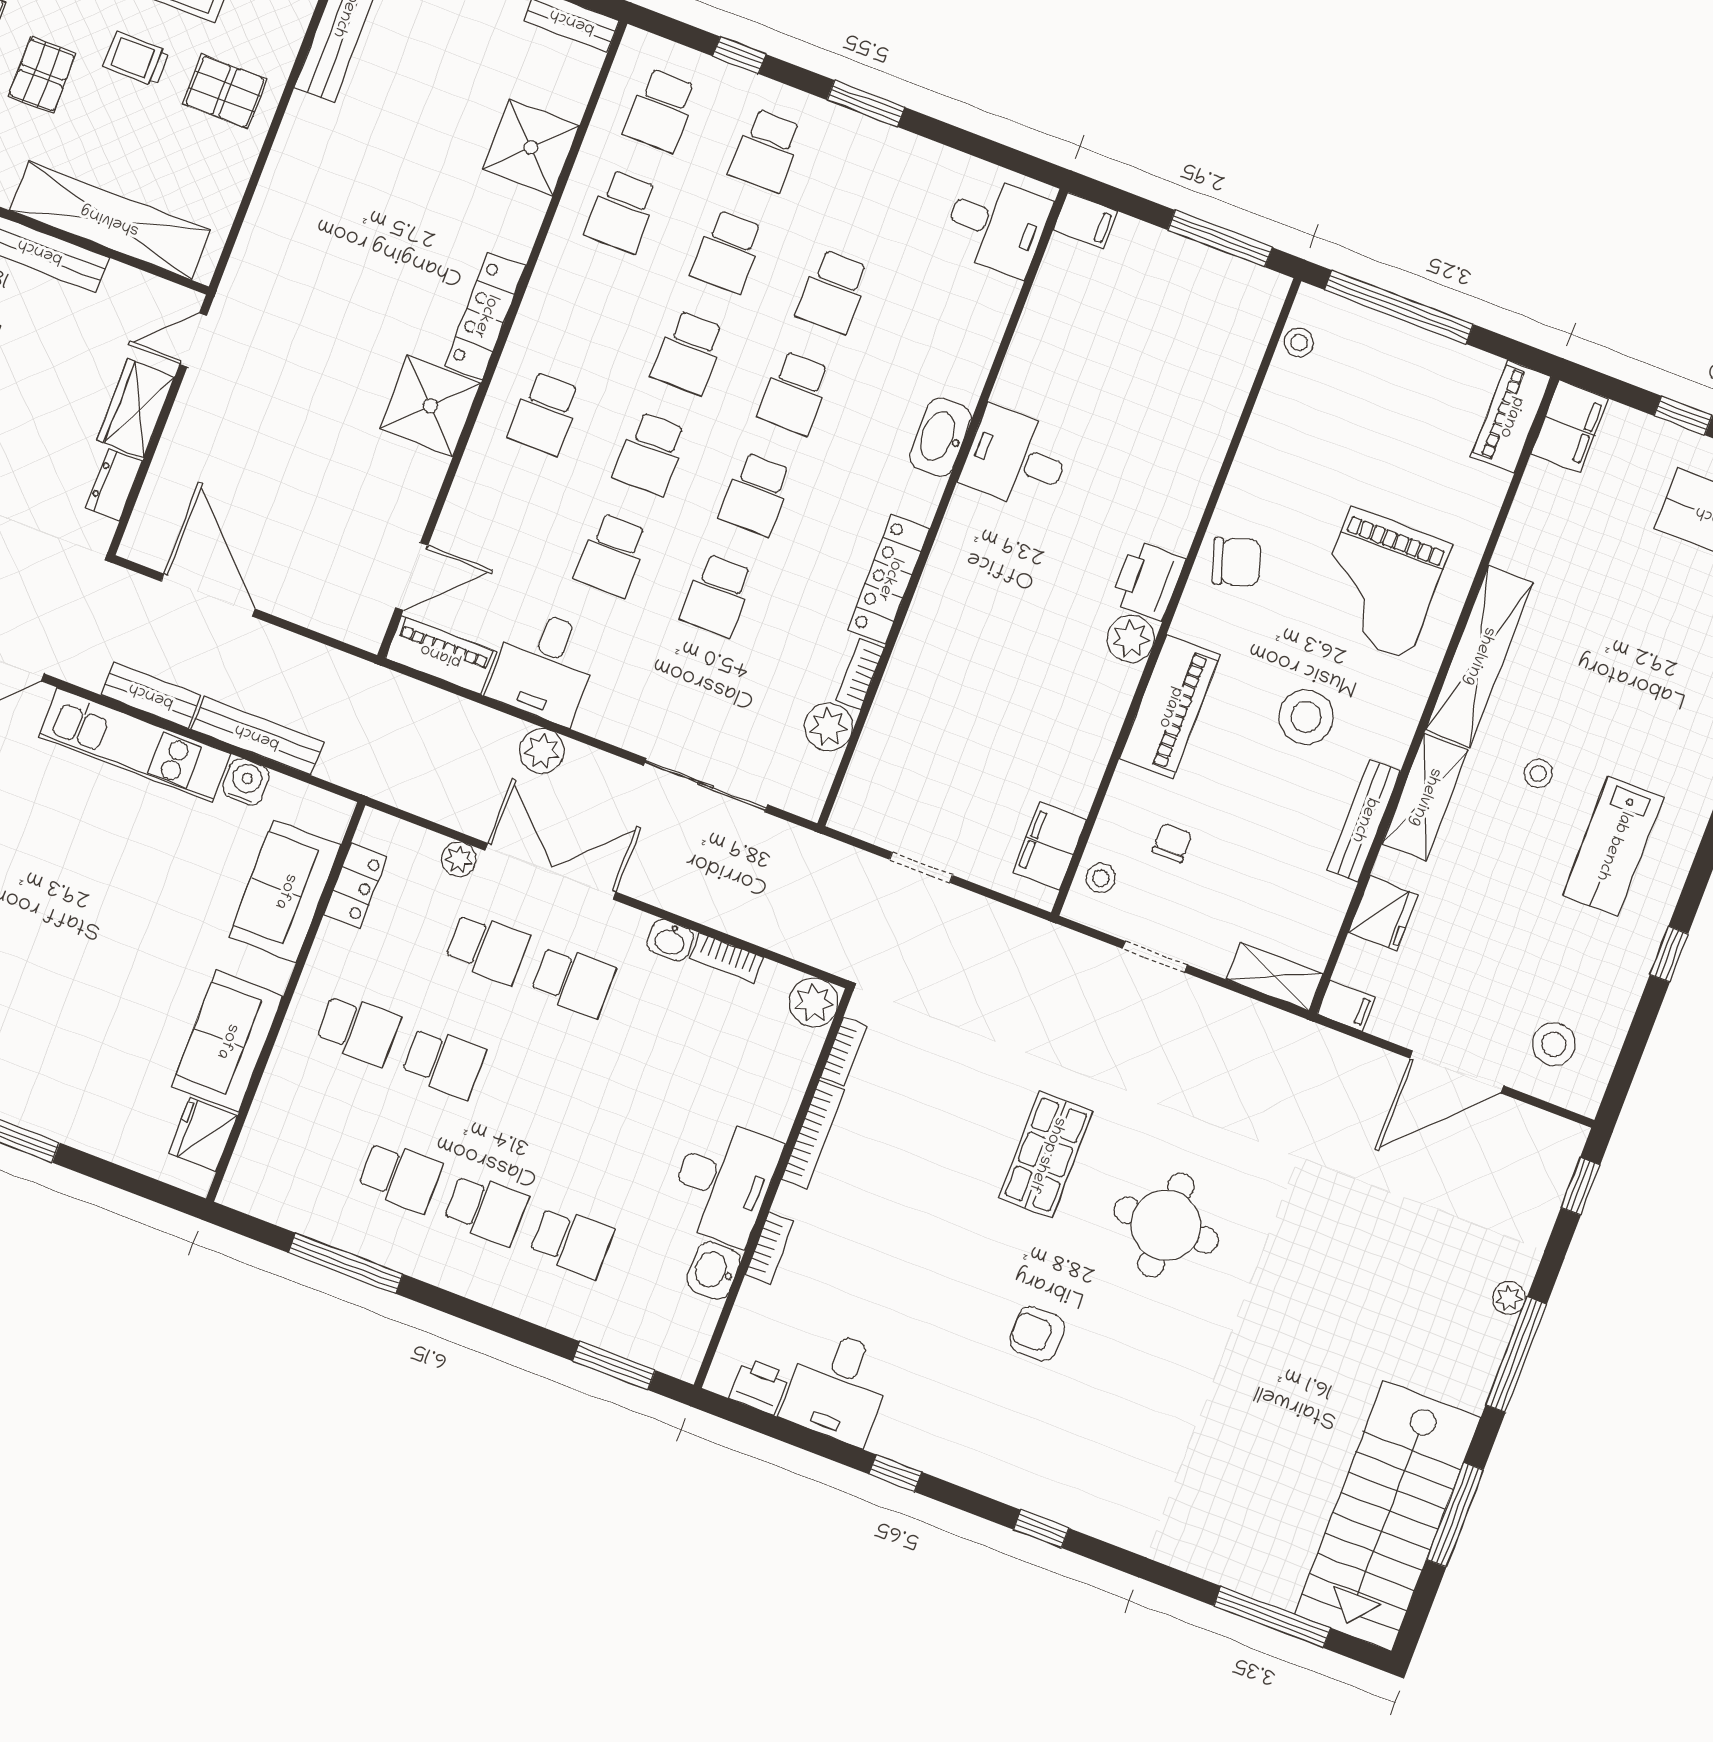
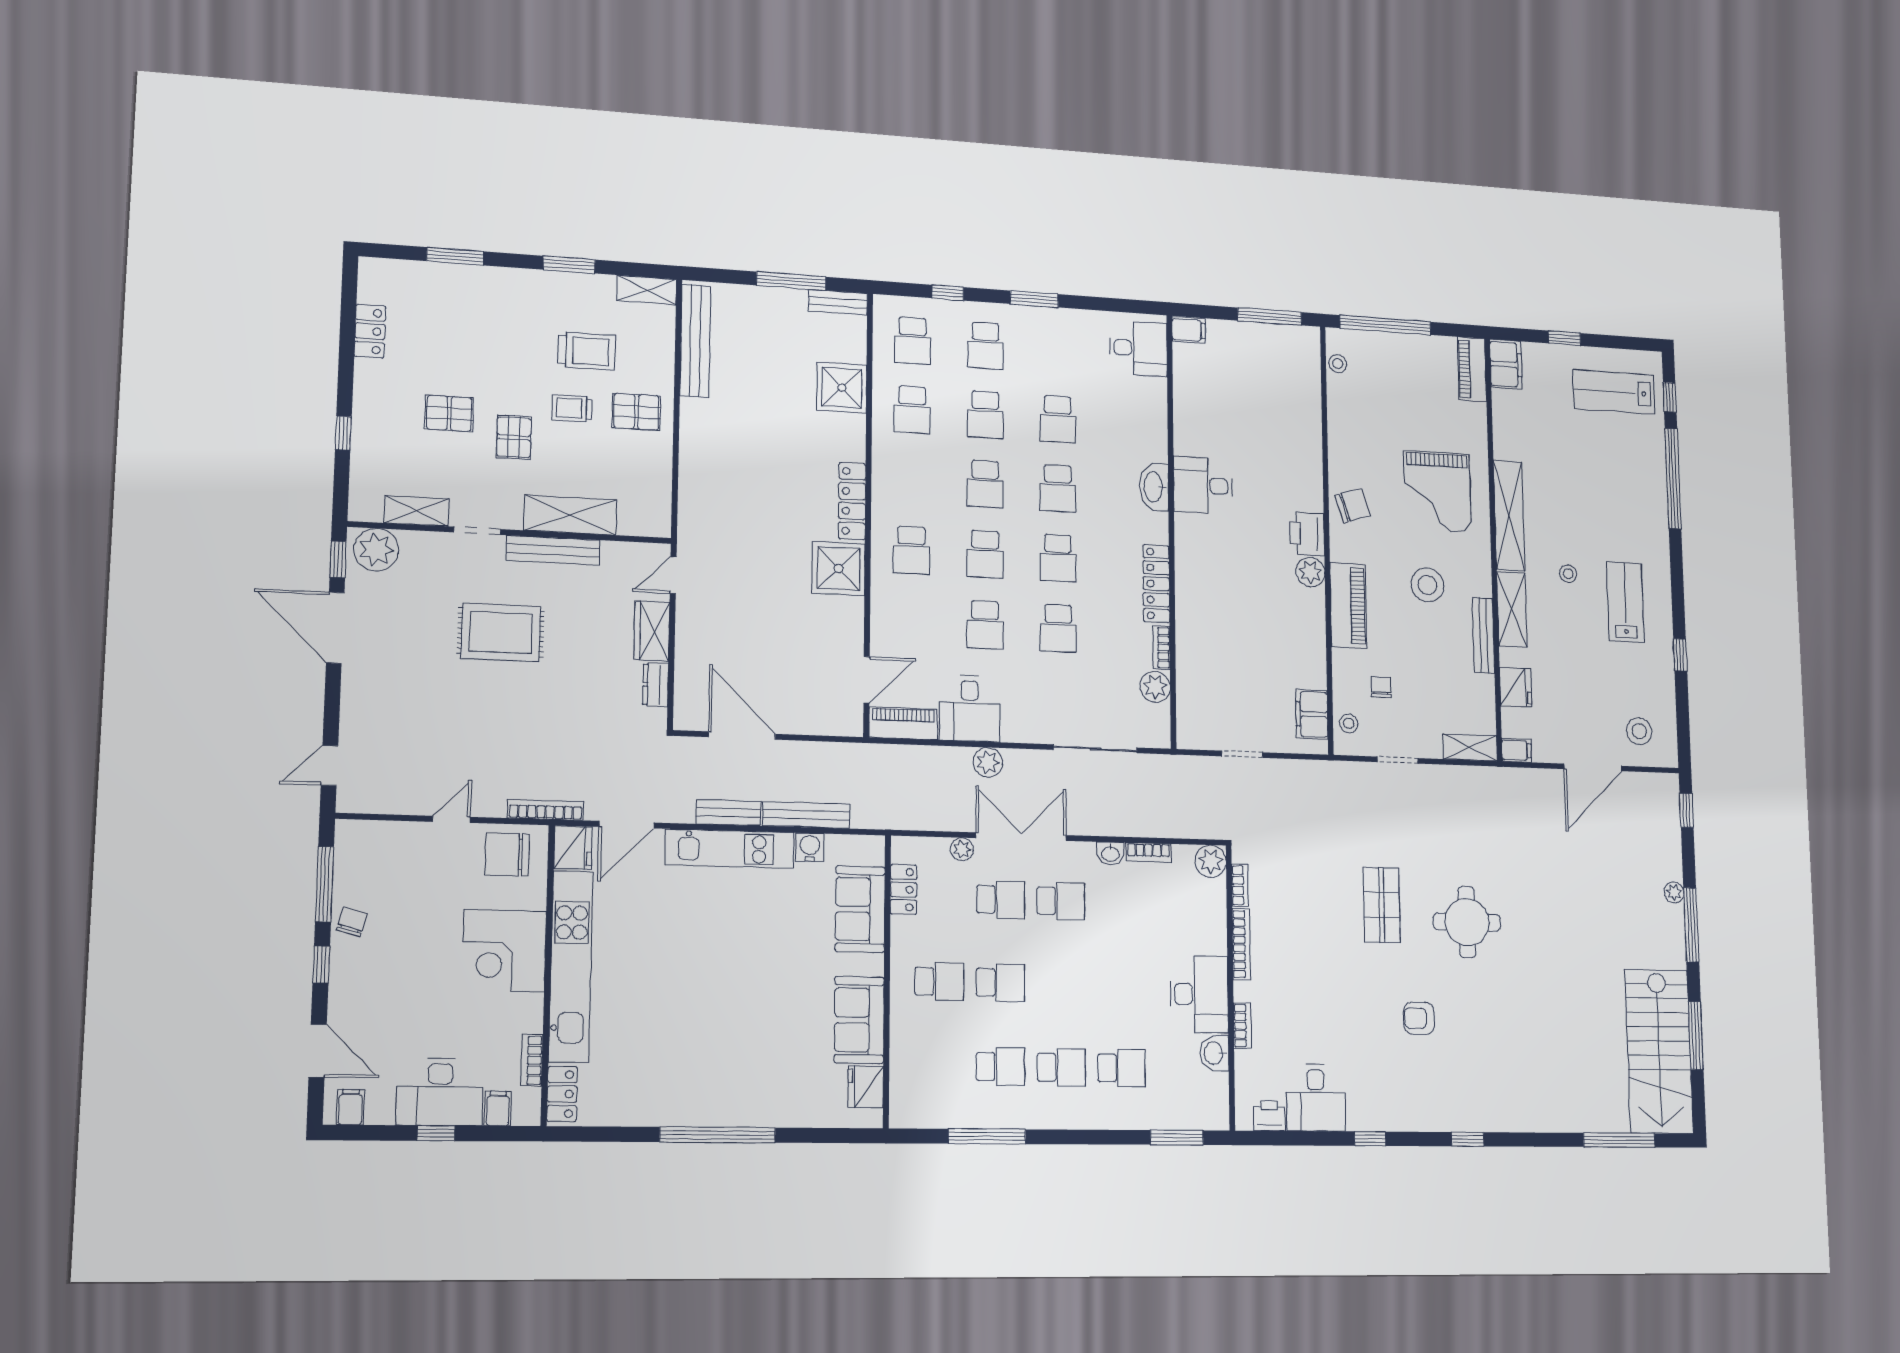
shelving: (110, 220) -> (570, 515), width x0.68
lab bench: (1613, 846) -> (1625, 602), turned 180

